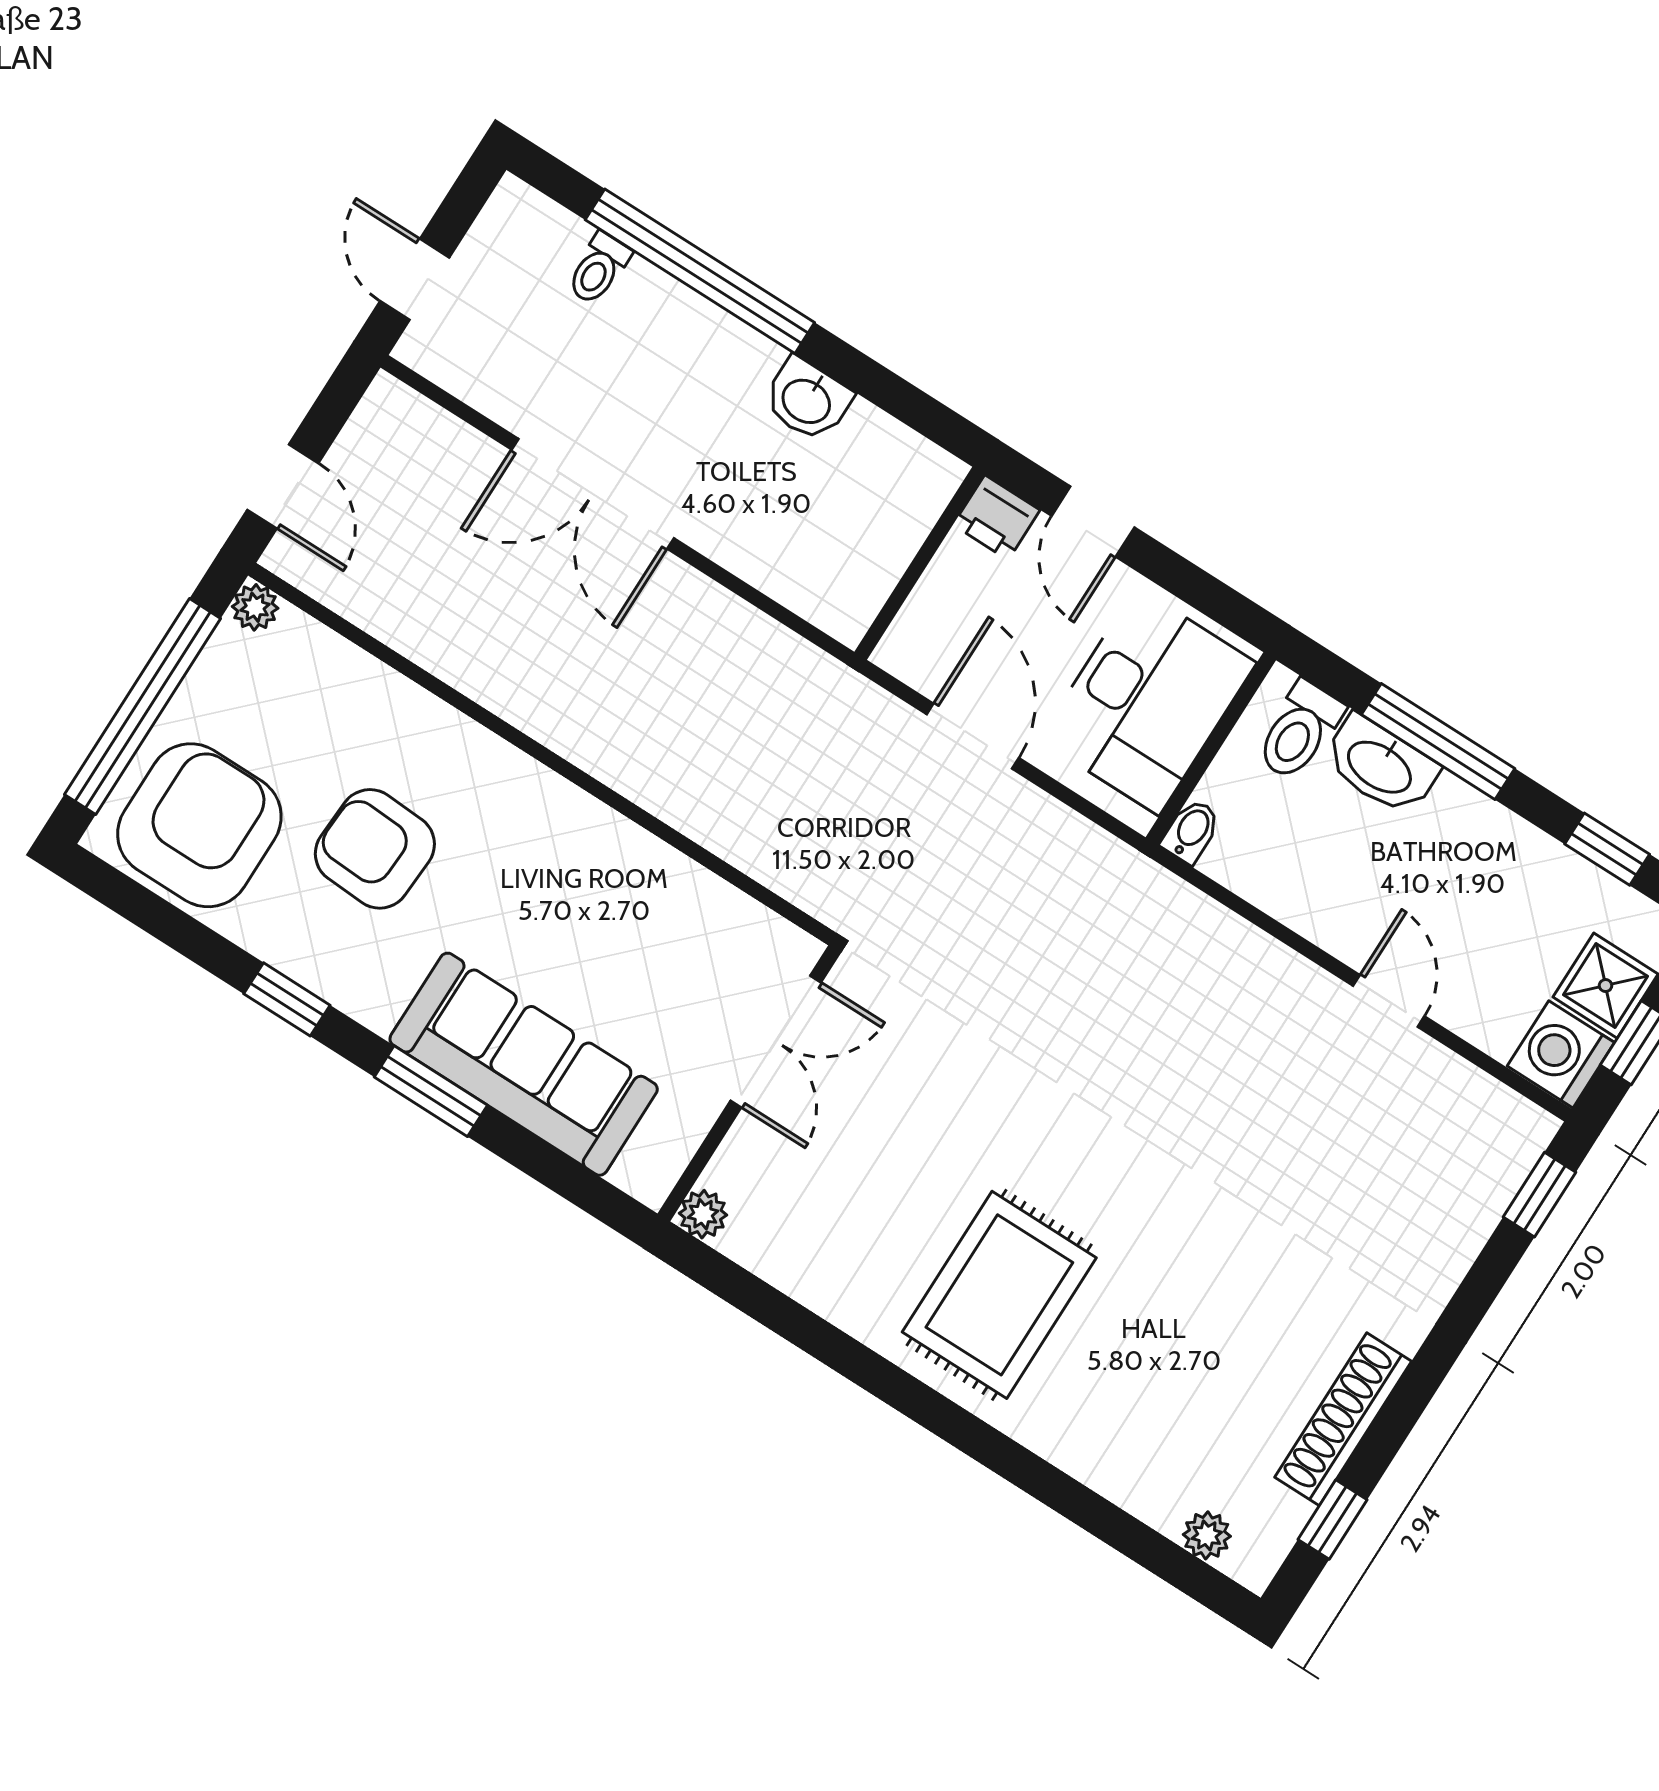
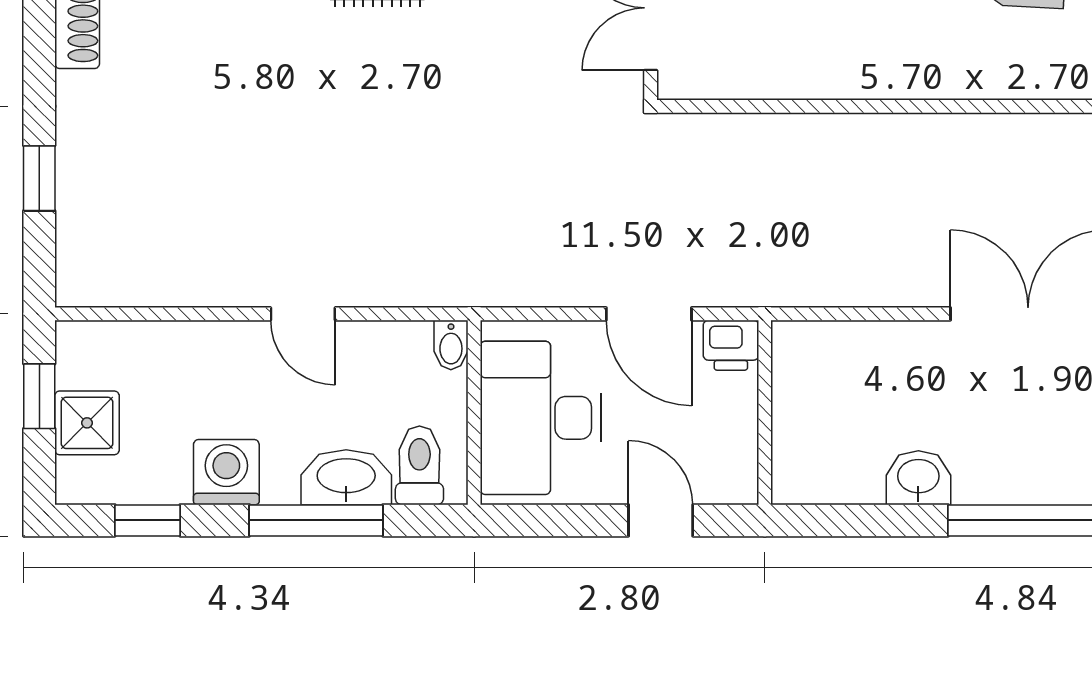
printer: (997, 517) -> (731, 345), moved, turned 180
door: (1389, 1001) -> (303, 314), moved
washing machine: (1561, 1054) -> (226, 472), moved, turned -90
window: (1540, 1195) -> (39, 178), moved

